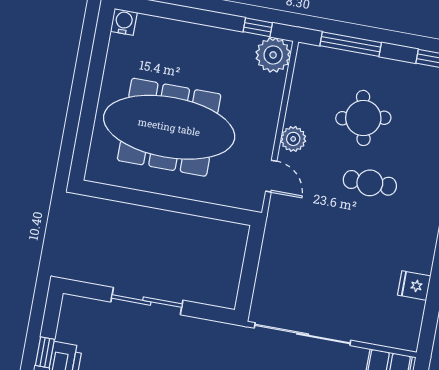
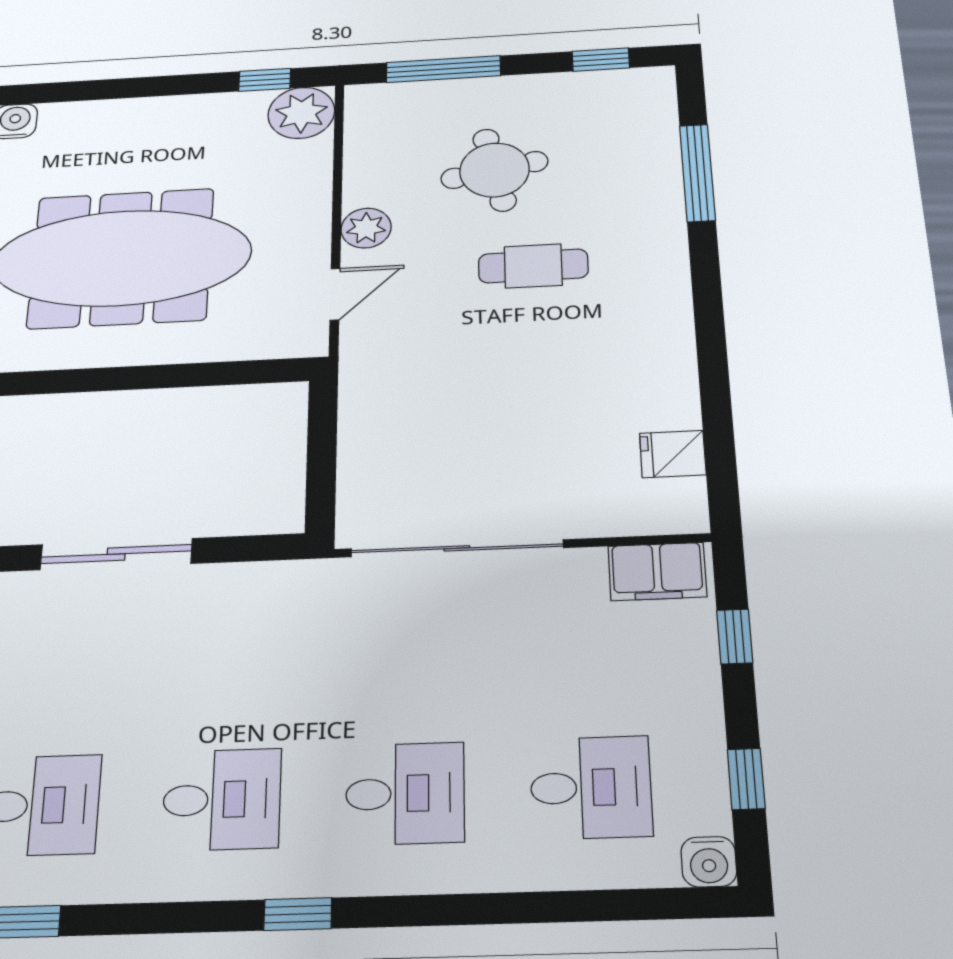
door: (271, 176) -> (335, 294), hinge flipped
fridge: (414, 285) -> (673, 454), moved

